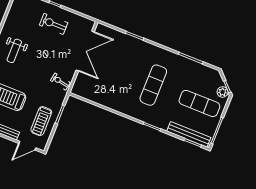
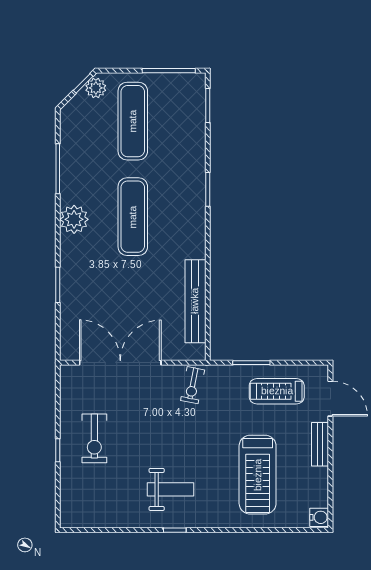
plant: (163, 56) -> (74, 219), added
exercise mat: (153, 85) -> (133, 217), turned 90
treadmill: (41, 121) -> (277, 391), turned 180
bench: (189, 134) -> (195, 301), moved

